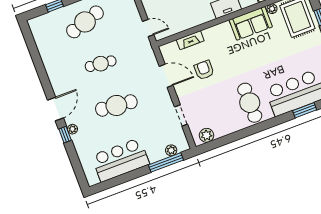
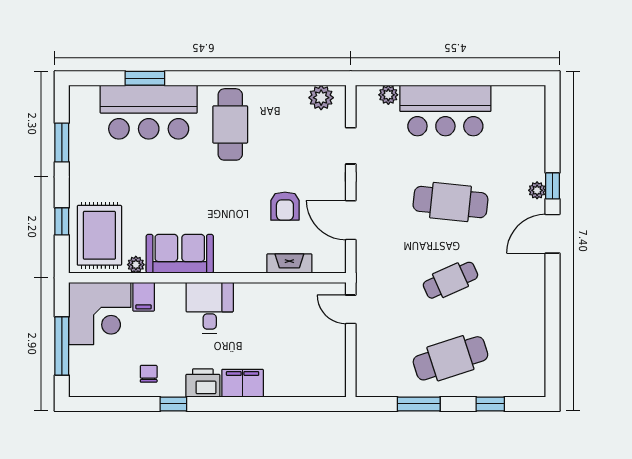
cafe table: (101, 64) -> (450, 280), turned -30
bar counter: (120, 160) -> (445, 110), moved
window: (166, 162) -> (404, 78), removed

